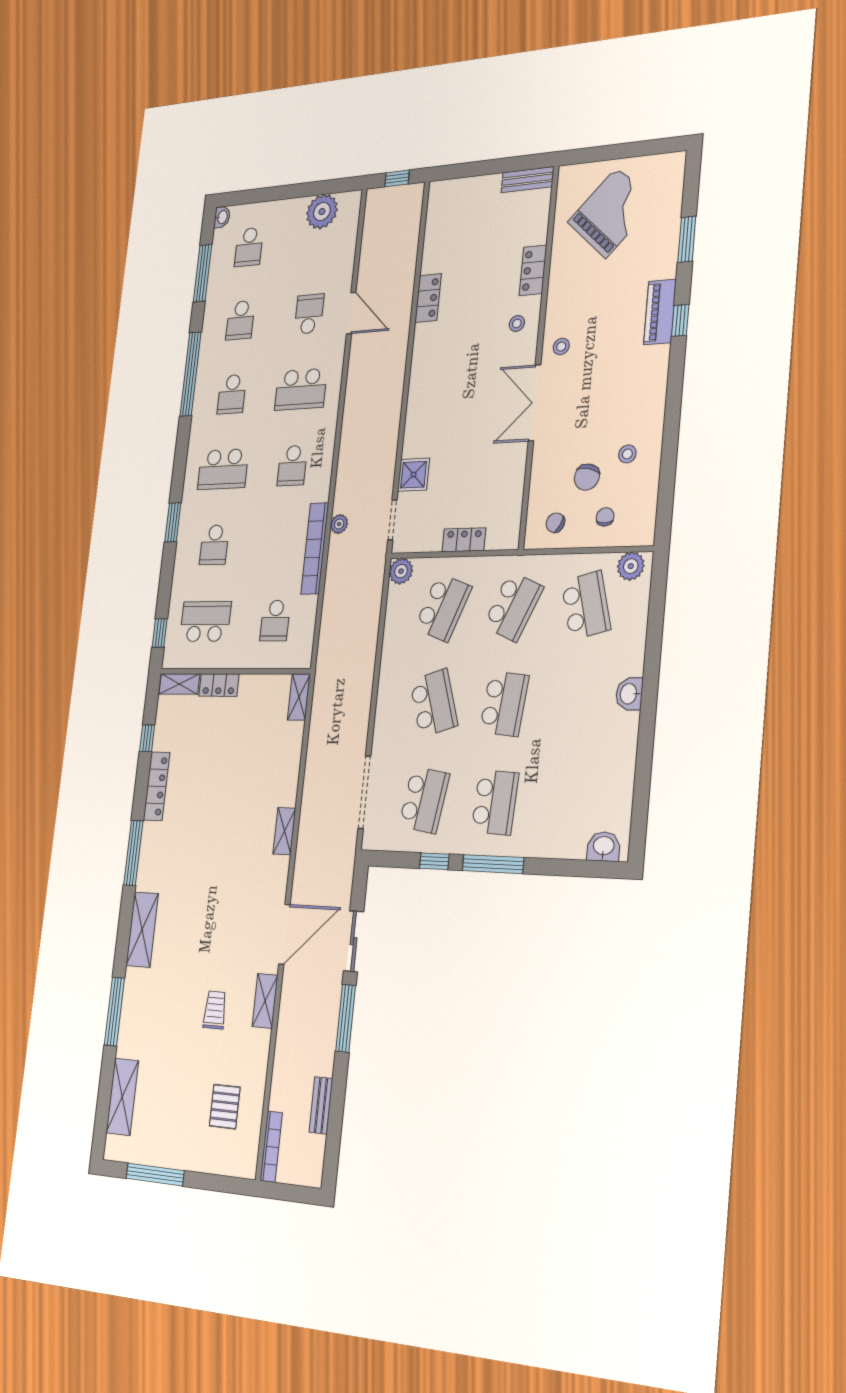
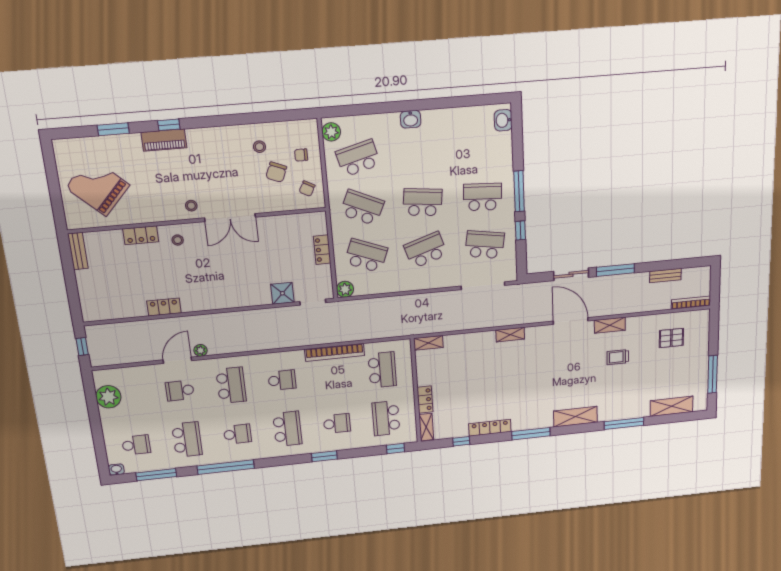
school desk: (240, 320) -> (187, 439), width x1.85
chair: (587, 477) -> (276, 172), turned 100
plant: (339, 524) -> (200, 350), moved
school desk: (275, 621) -> (382, 370), width x1.85

